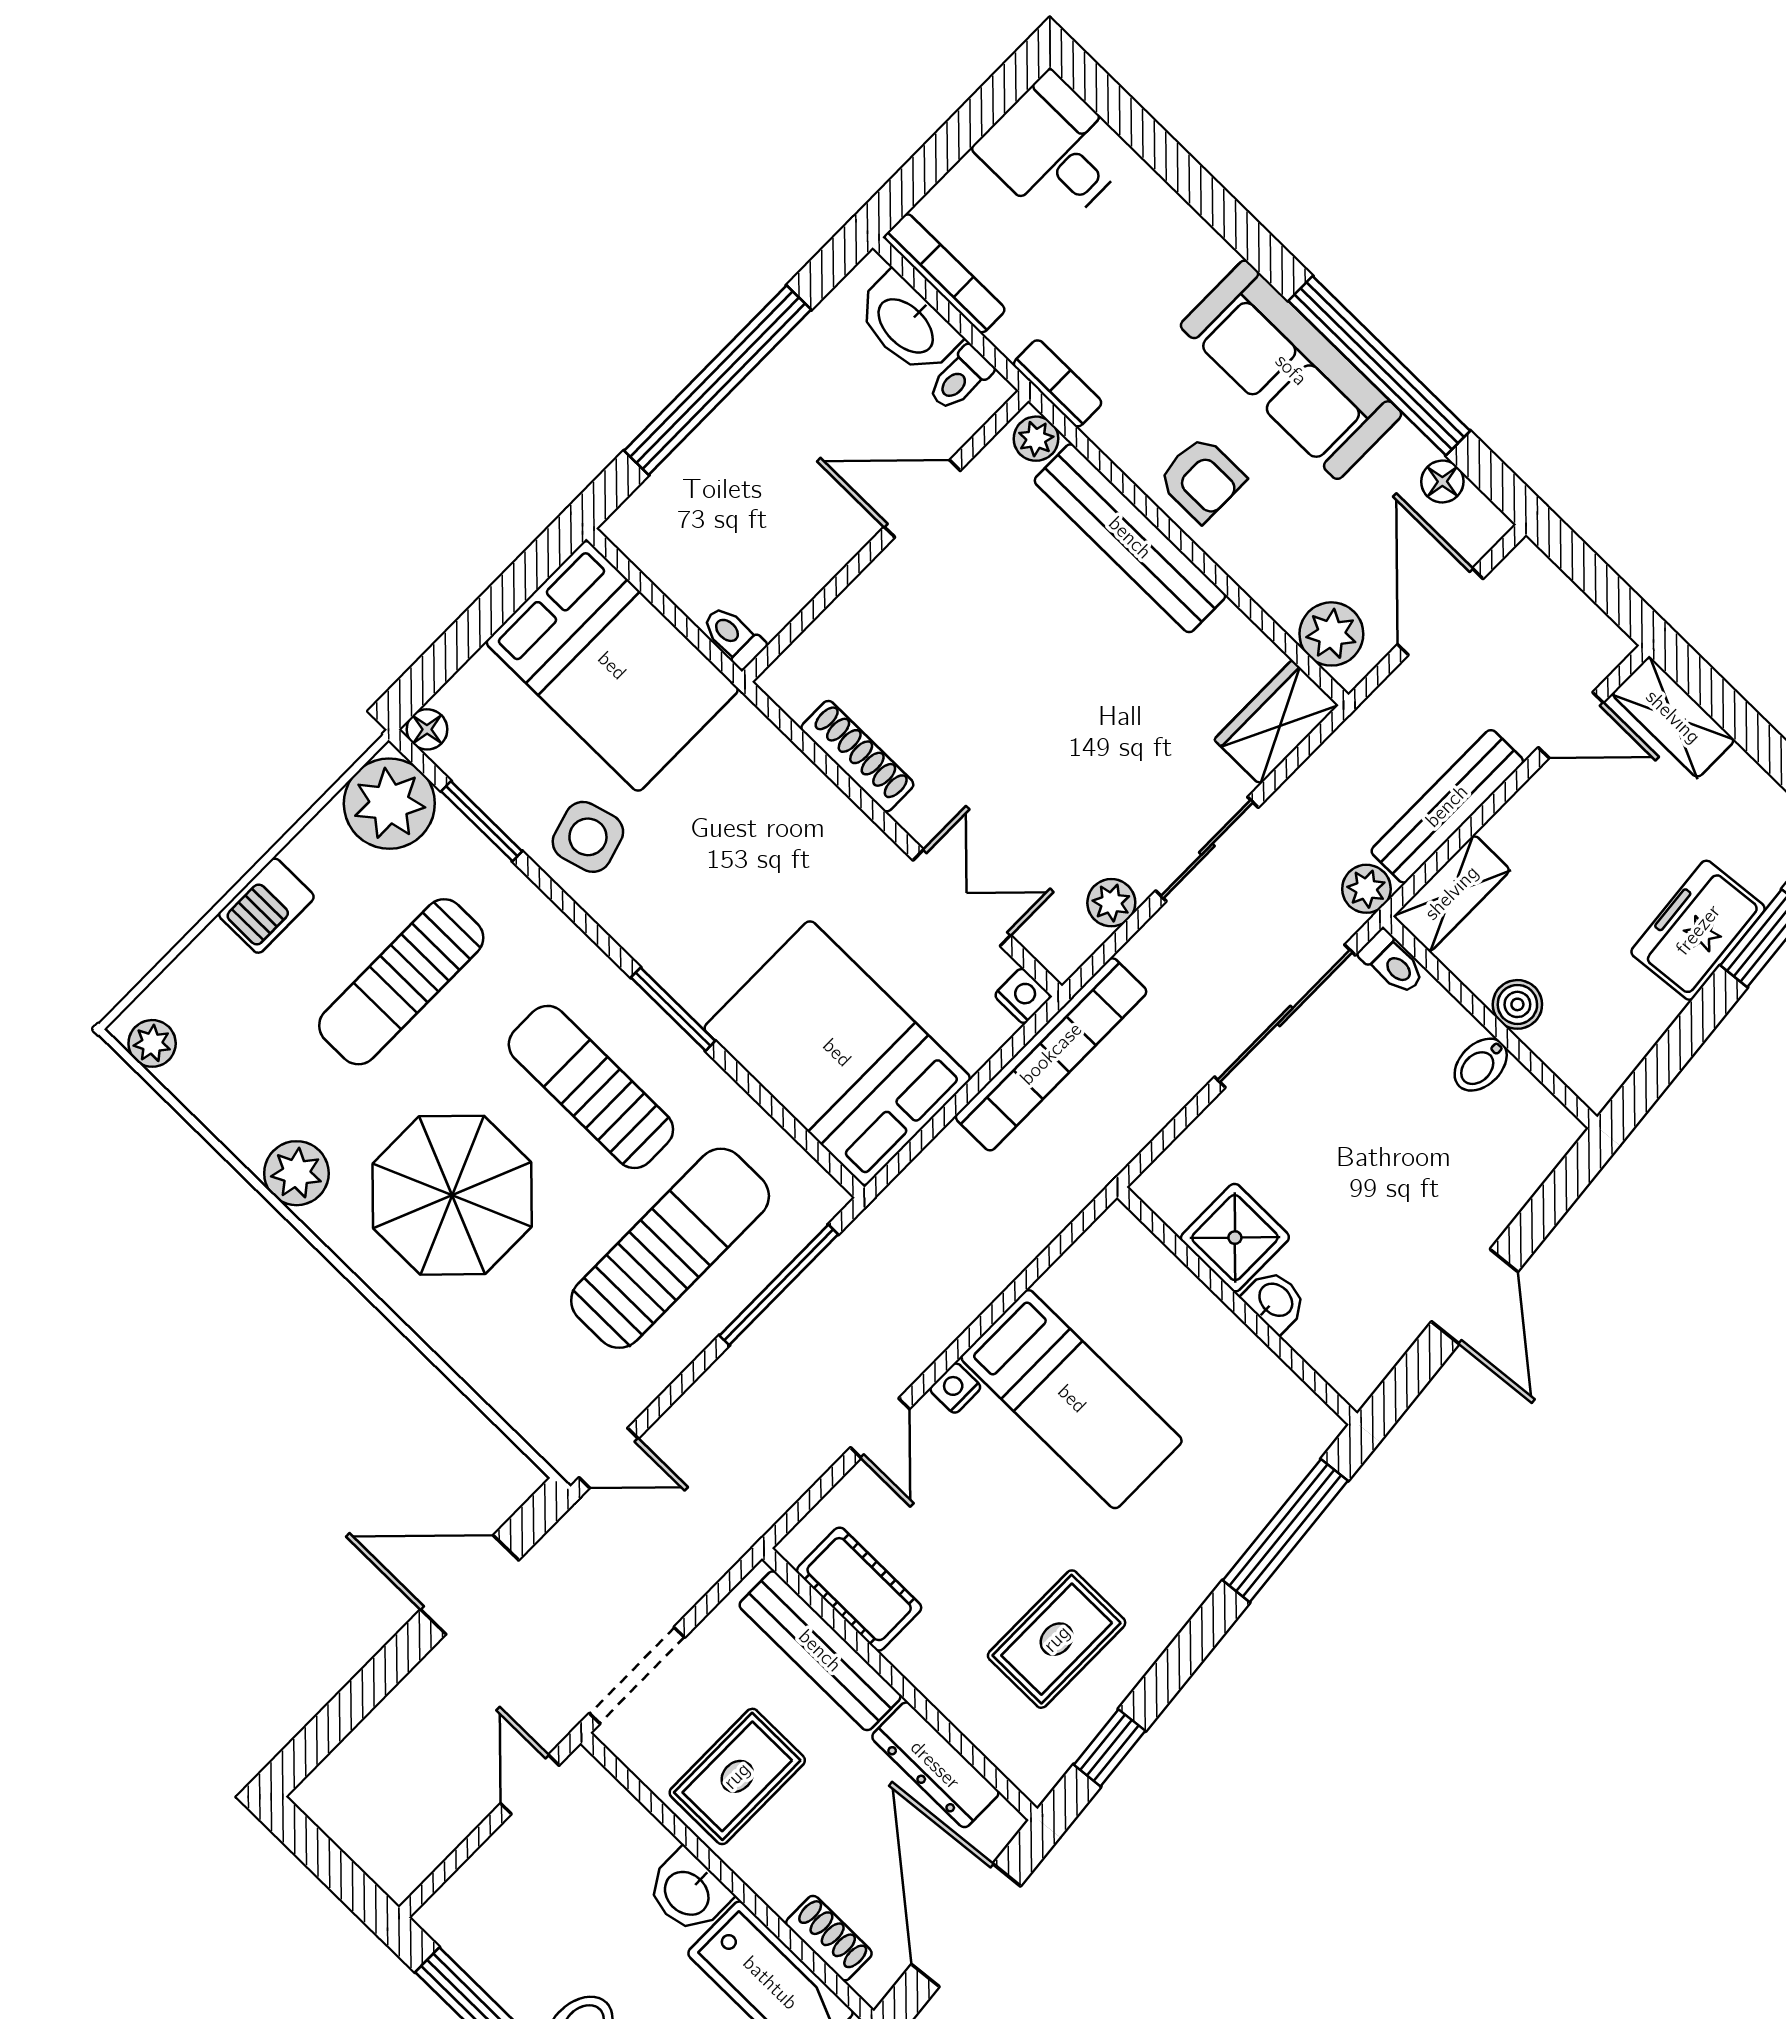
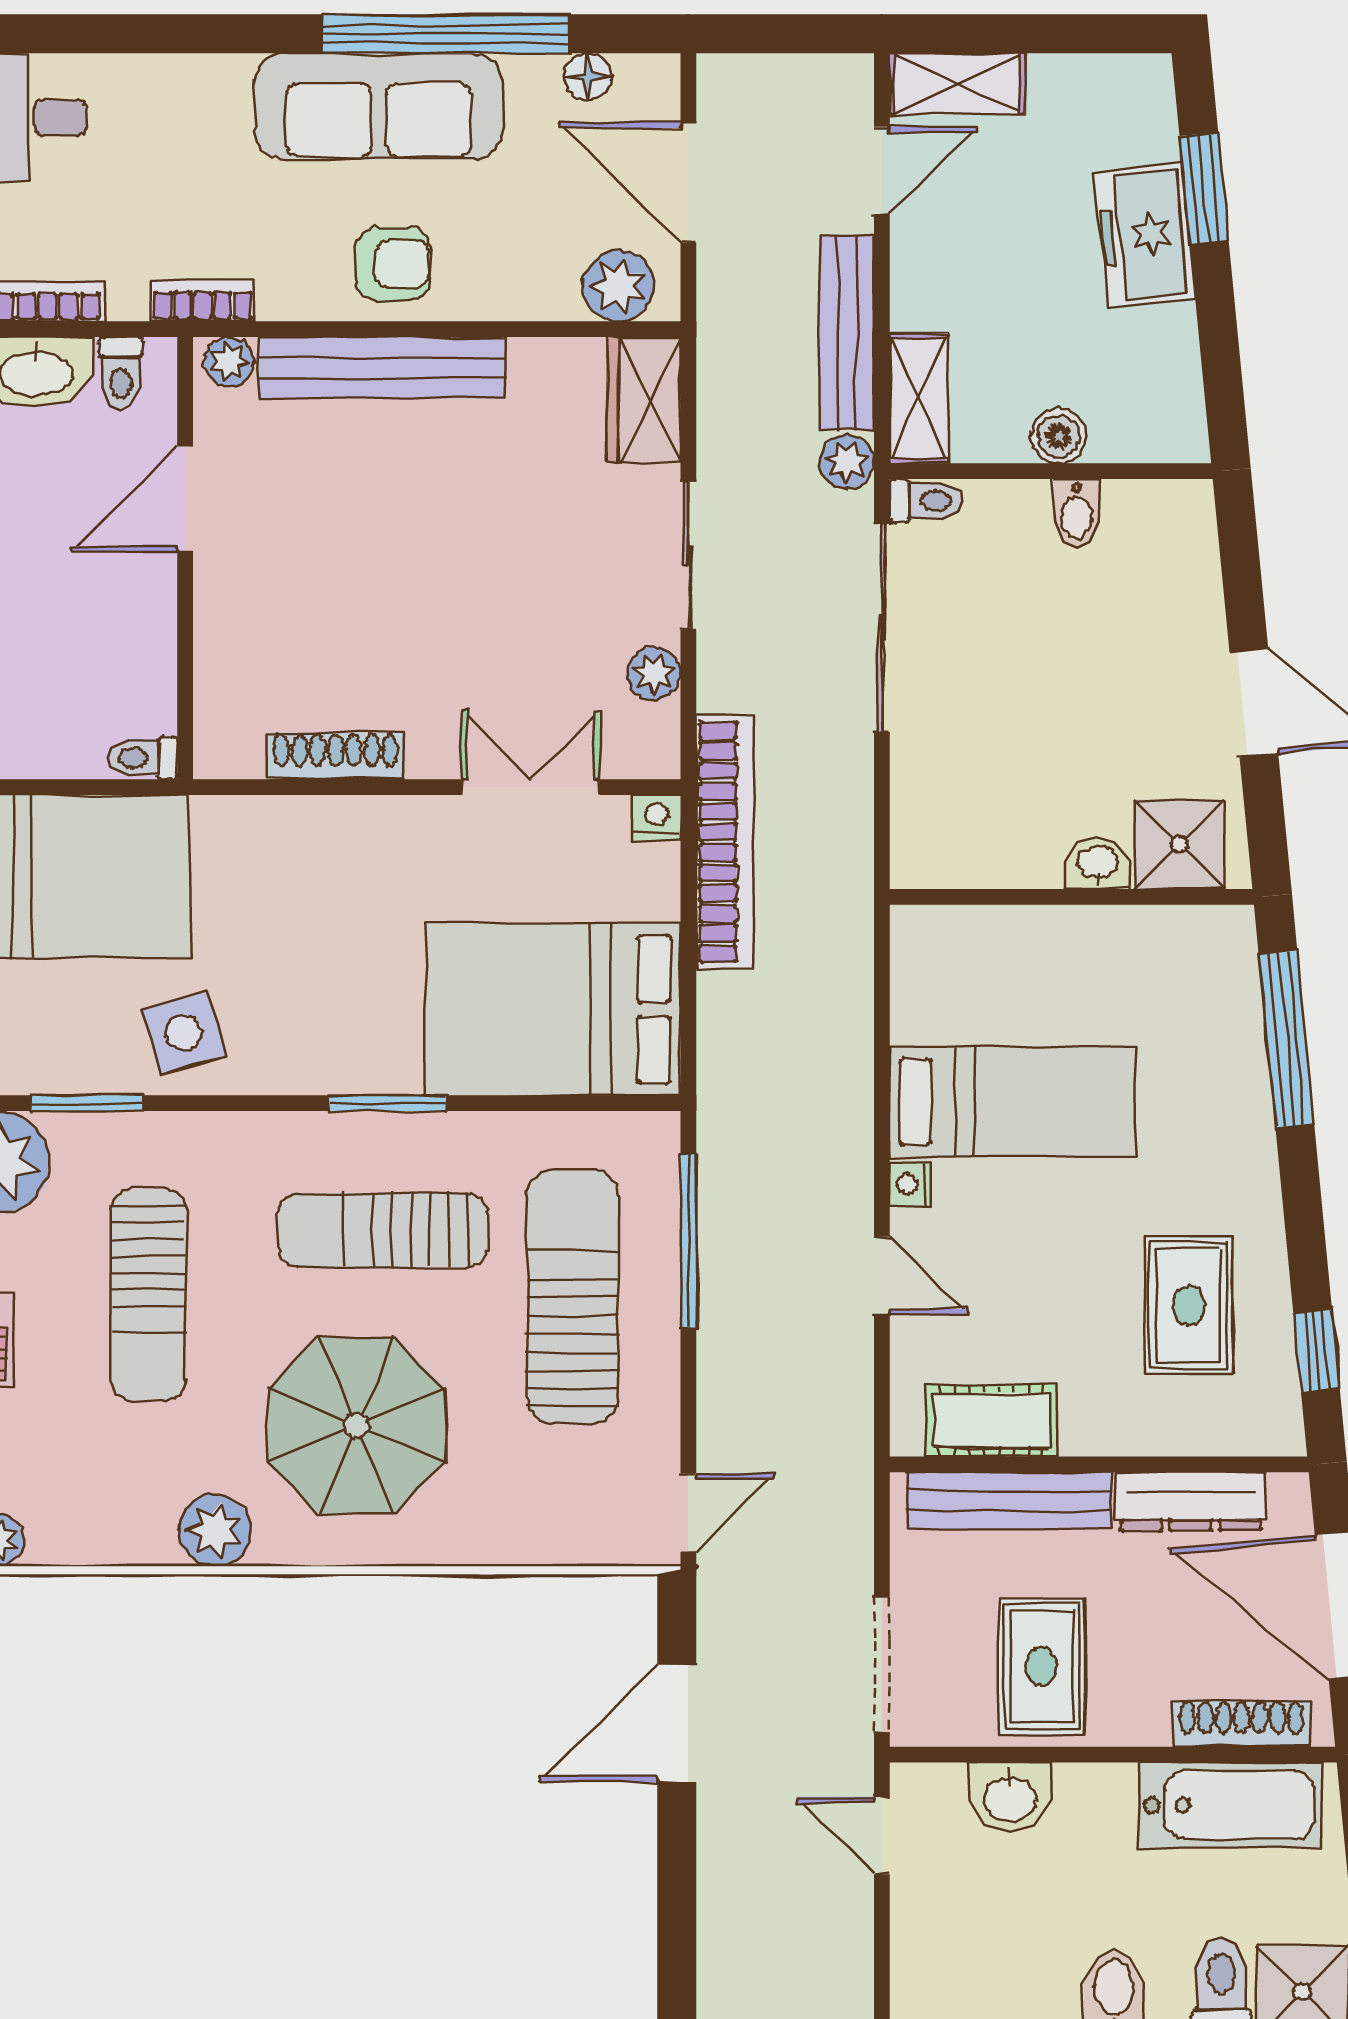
shower: (1235, 1238) -> (1179, 844), moved
washbasin: (688, 1892) -> (1010, 1797), moved
shoe rack: (829, 1938) -> (1242, 1724), width x1.43

